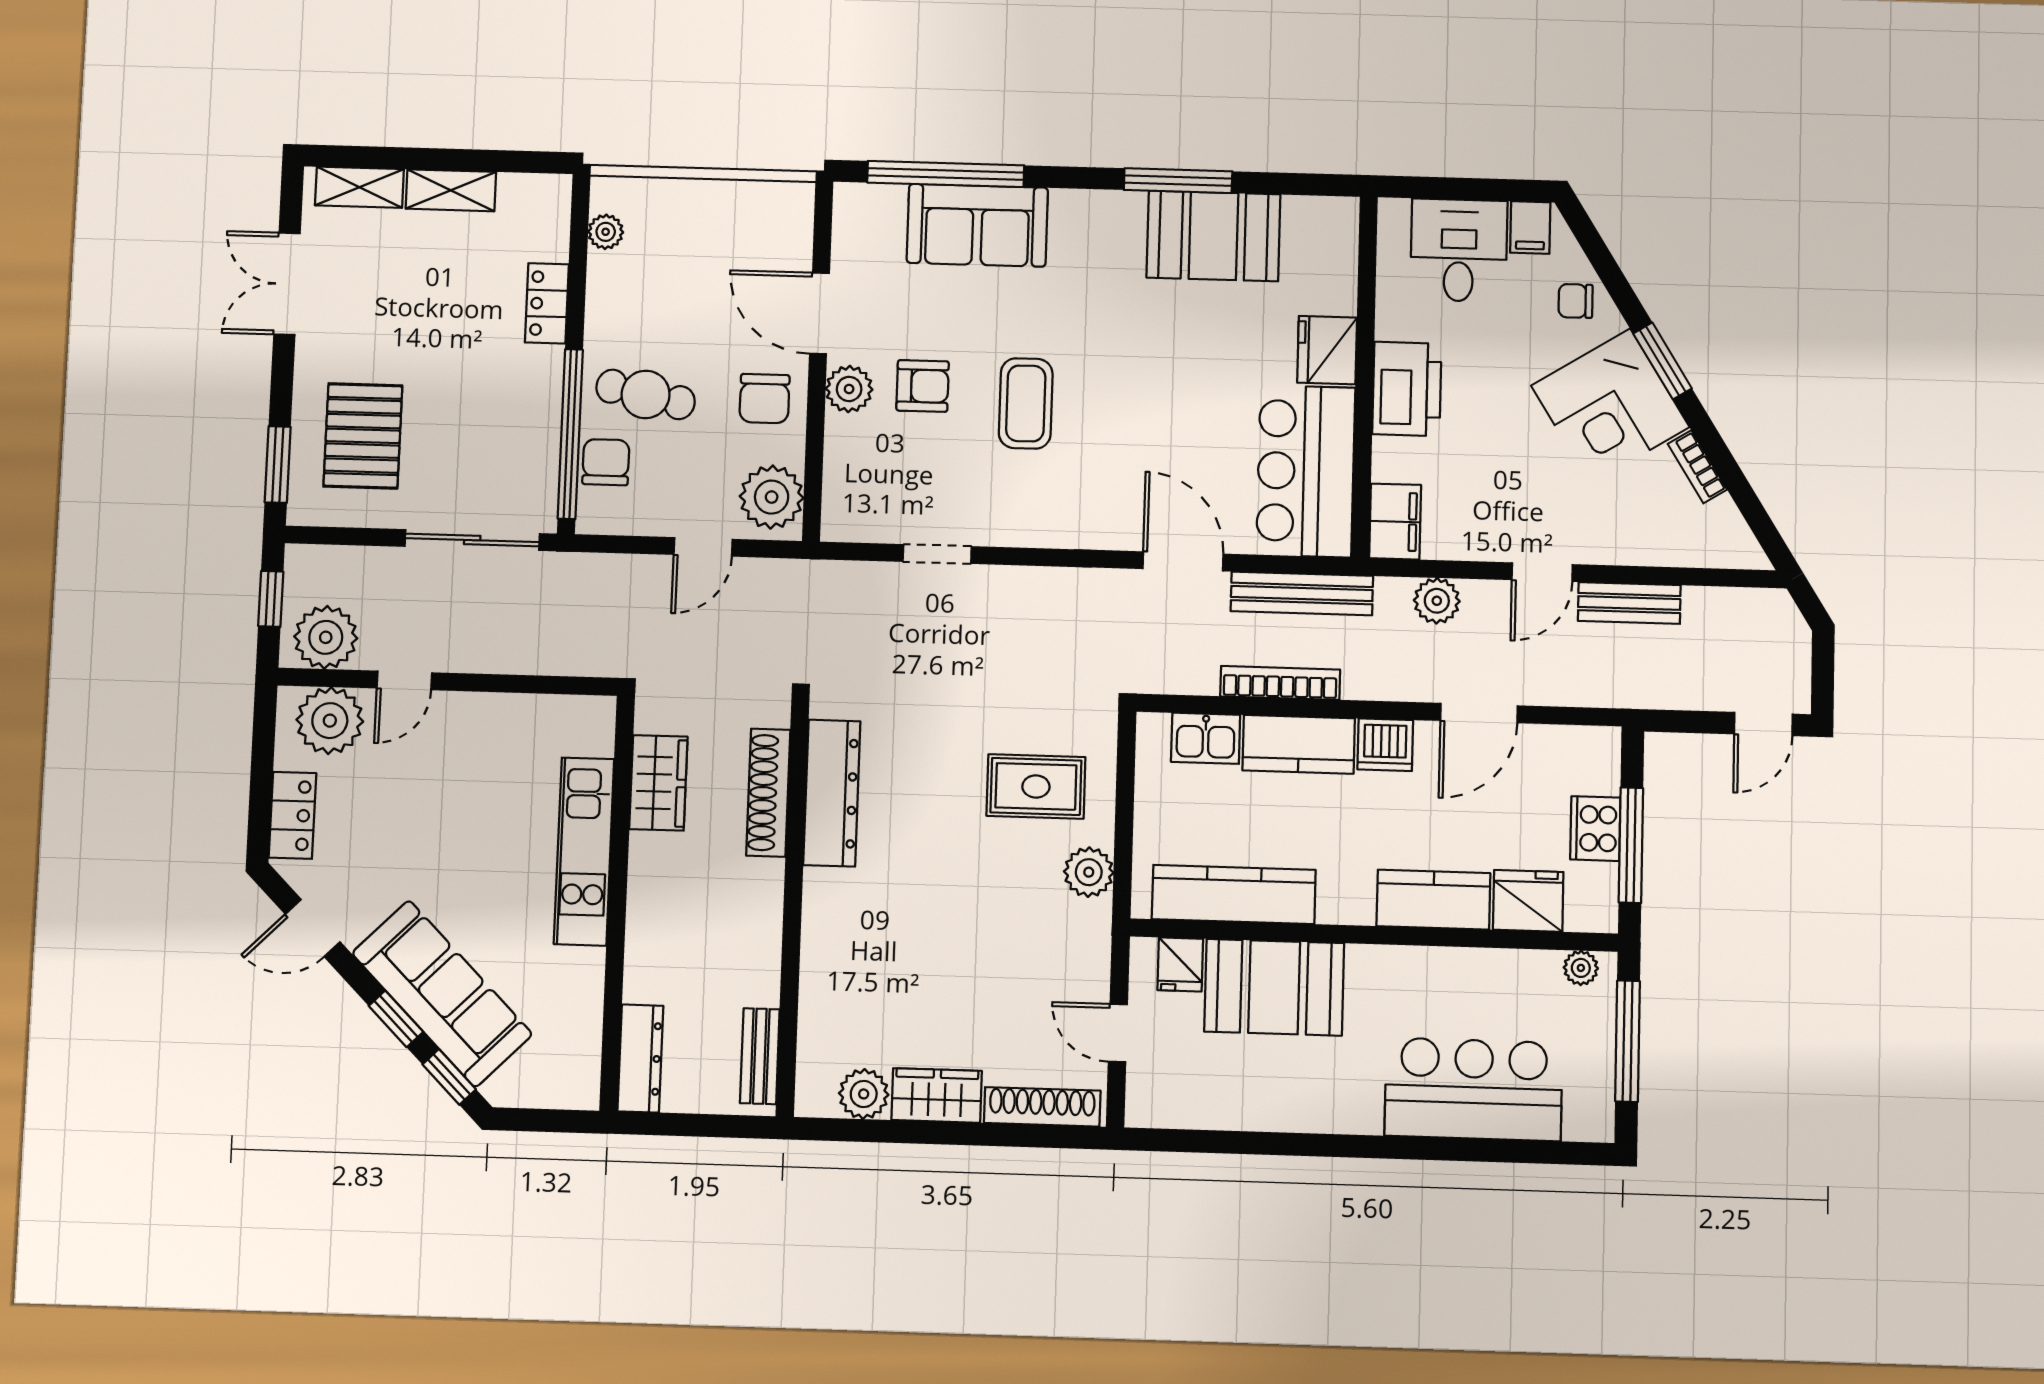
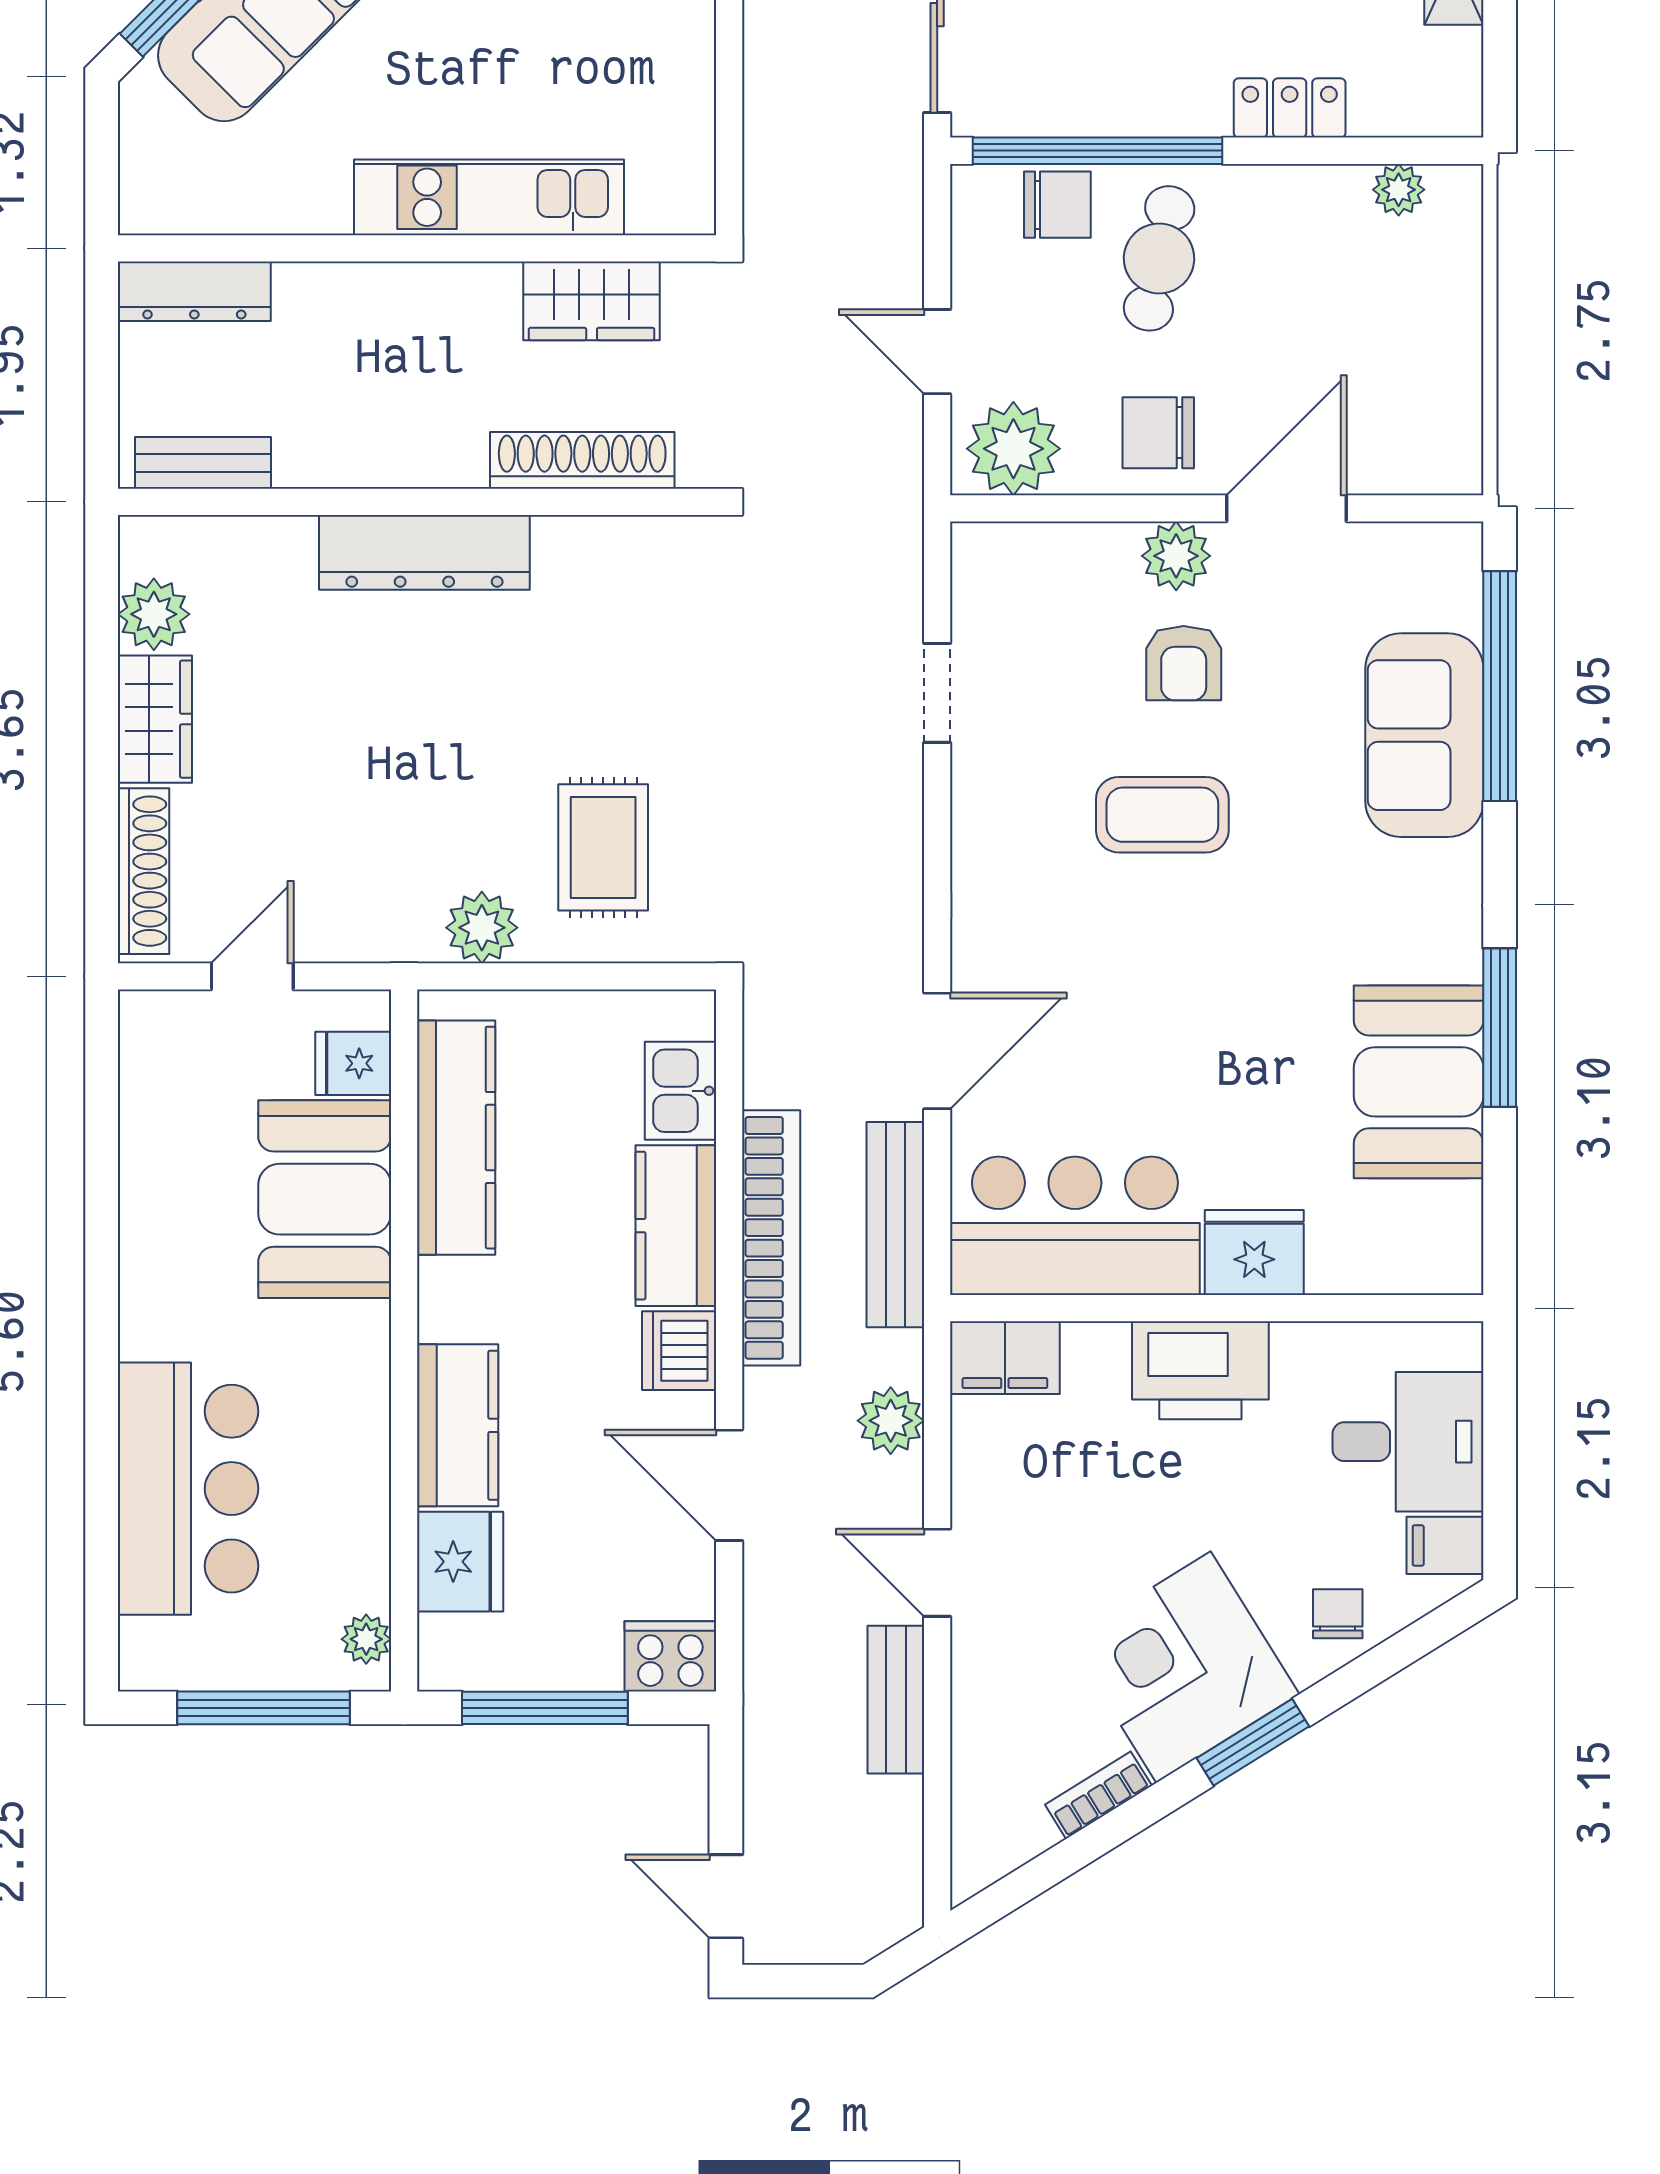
bookcase: (1280, 683) -> (771, 1238), width x1.48, depth x1.31
dresser: (832, 793) -> (424, 552), moved
cooker: (1595, 829) -> (670, 1656), moved

